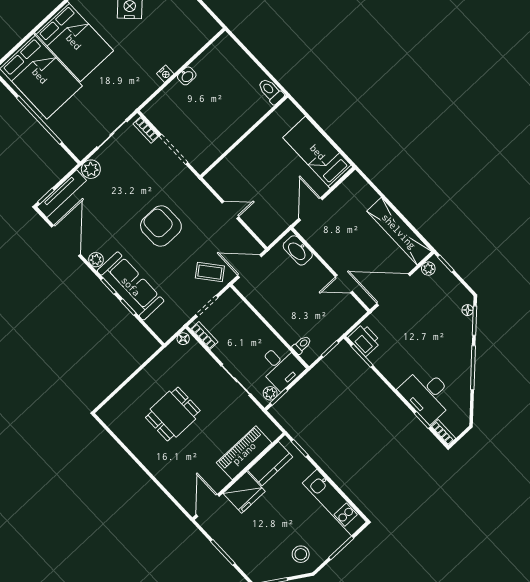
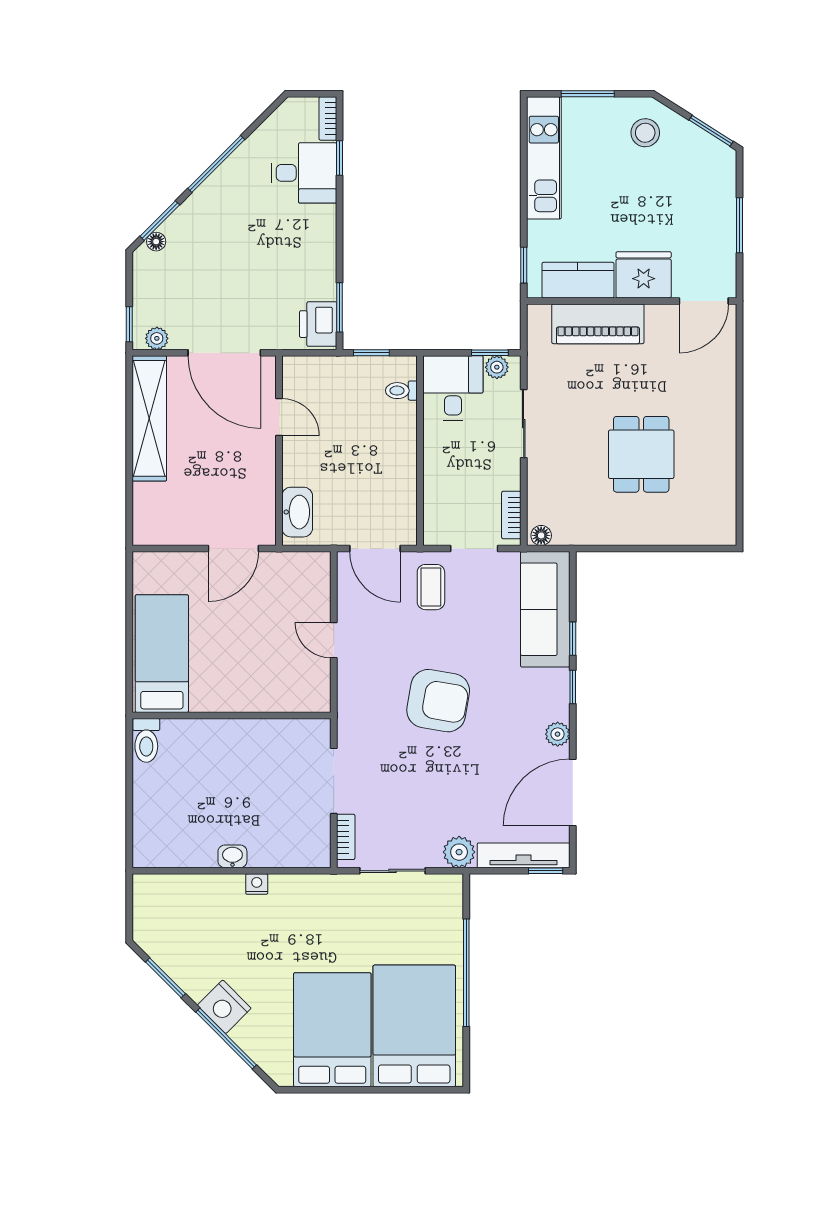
bed: (318, 152) -> (162, 654), moved, turned 180
armchair: (161, 226) -> (438, 701), turned -80
coffee table: (210, 272) -> (431, 587), turned 39
sofa: (131, 286) -> (545, 609), moved
desk: (427, 394) -> (304, 173), width x0.73
dining table: (173, 414) -> (641, 454), turned 90

